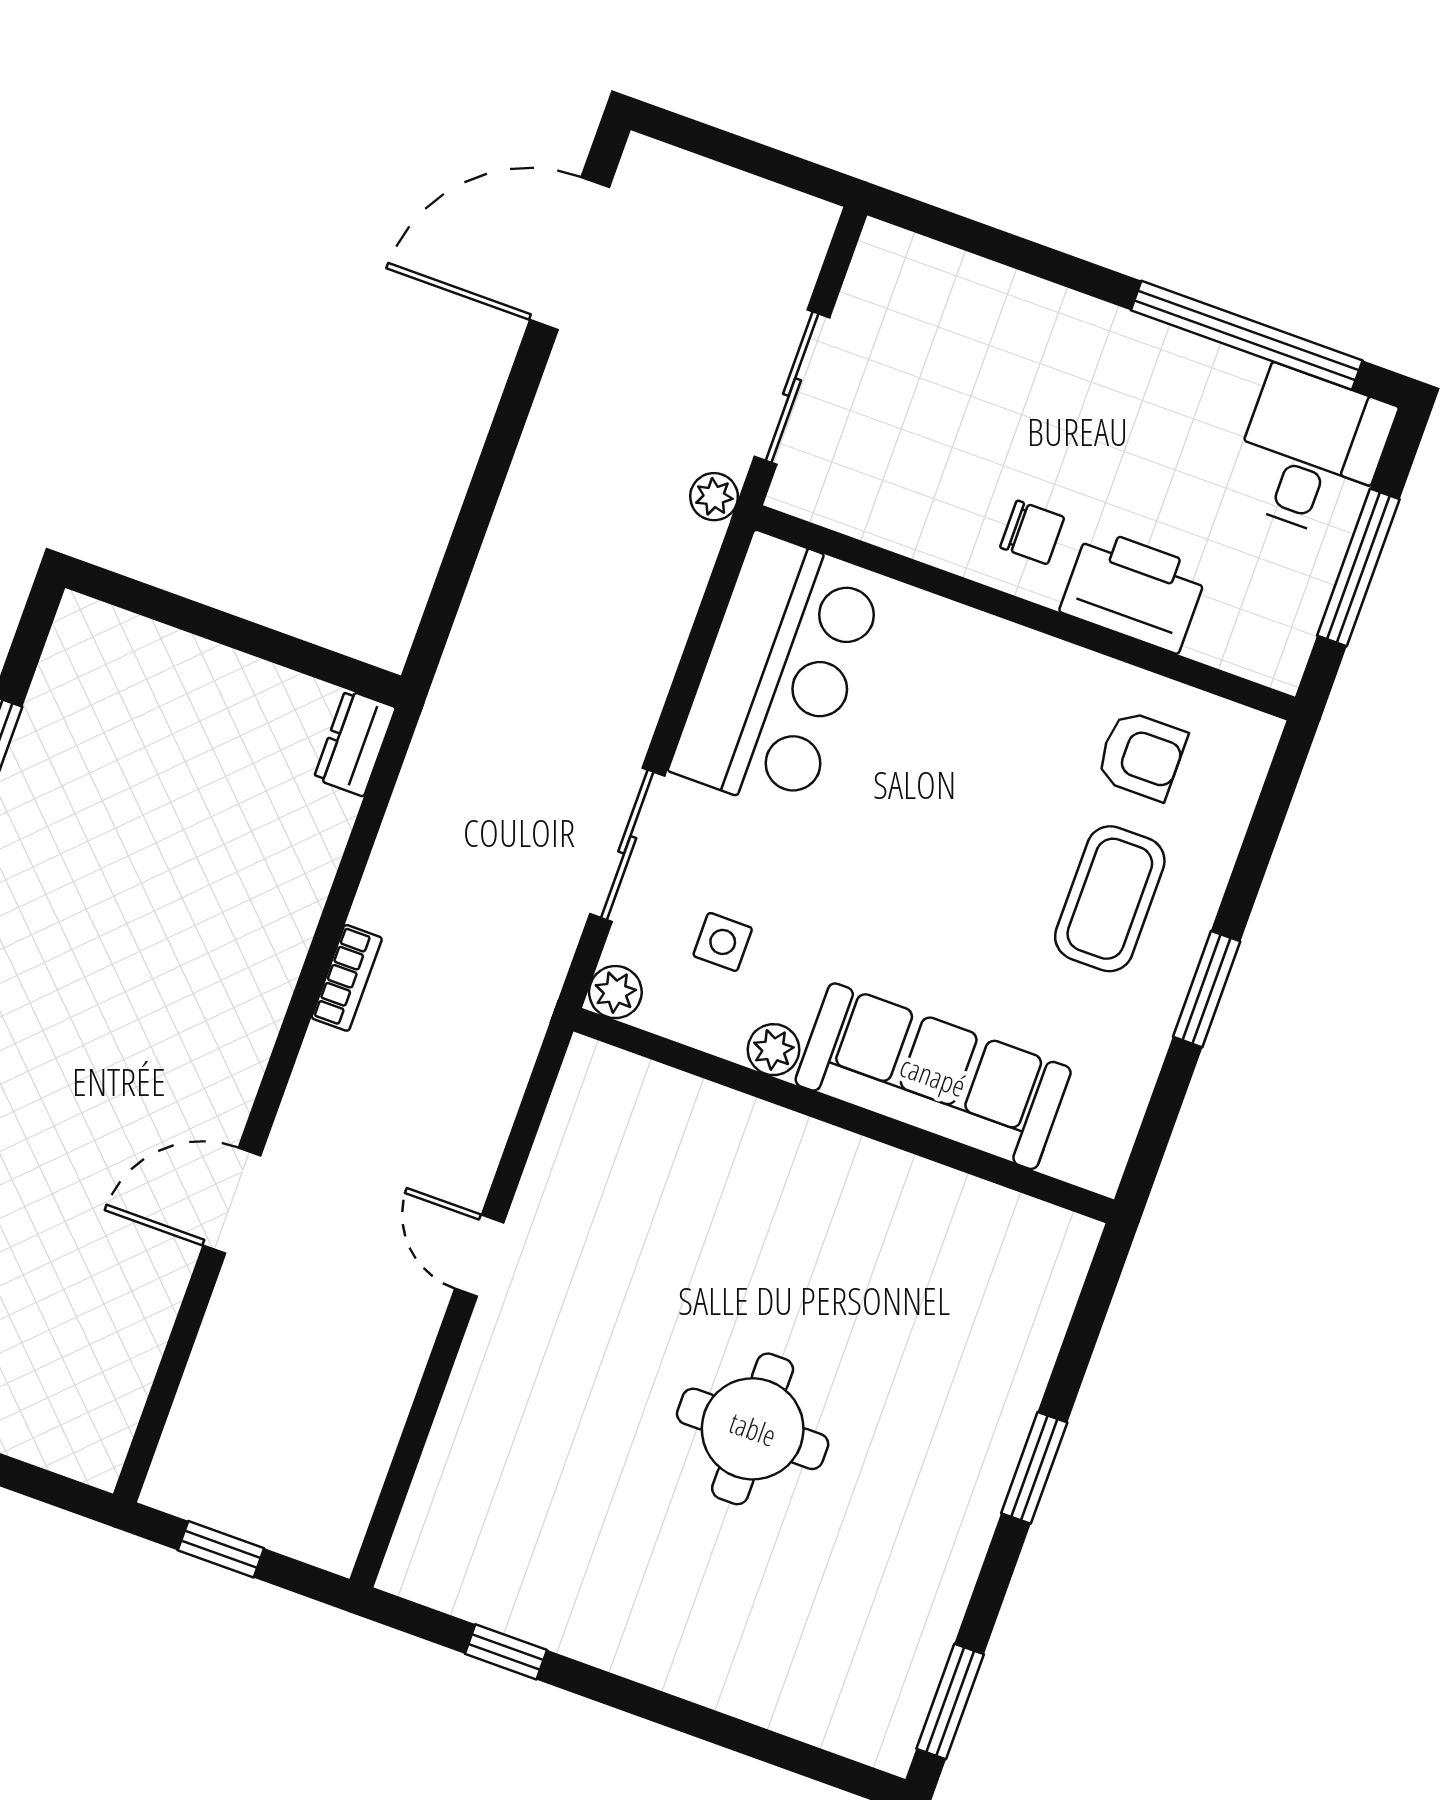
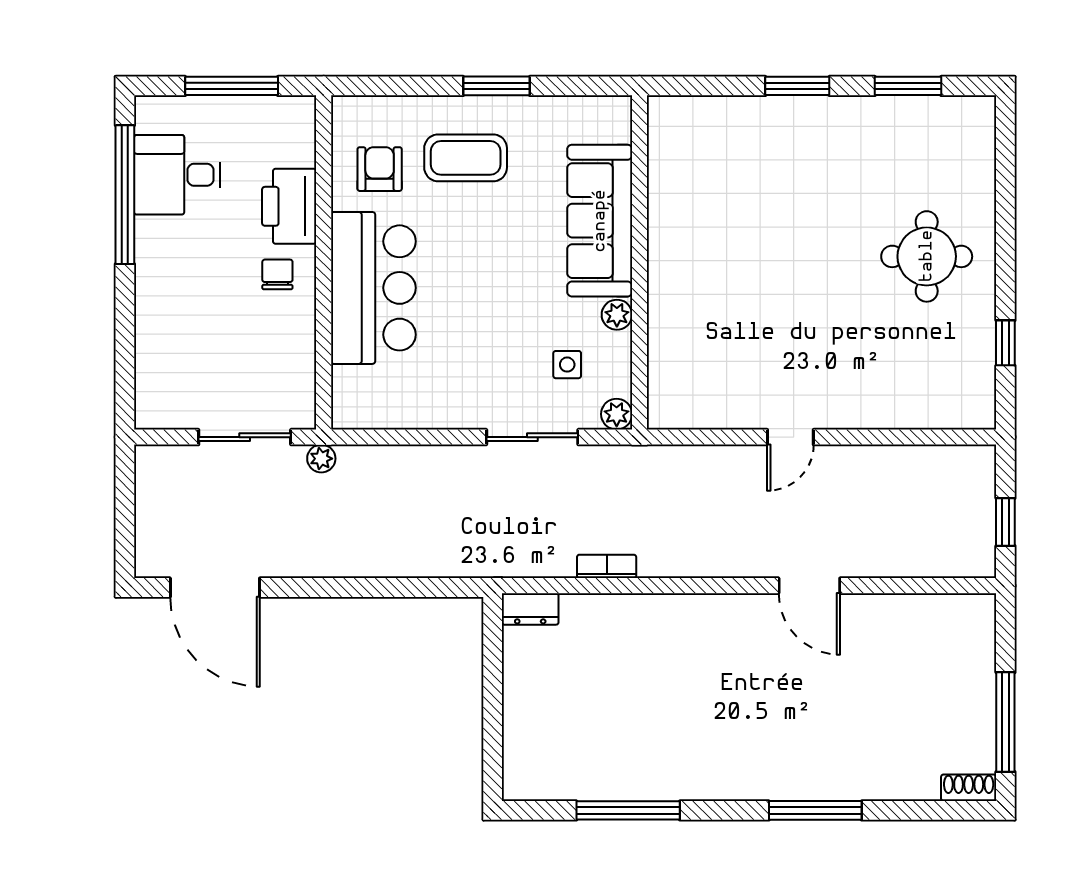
desk: (1311, 453) -> (177, 175), moved
bar counter: (778, 674) -> (373, 288), moved, turned 90
bookcase: (347, 978) -> (607, 566), moved
round table: (753, 1429) -> (927, 256), moved
window: (950, 1701) -> (908, 86), moved

